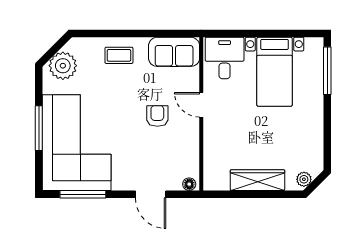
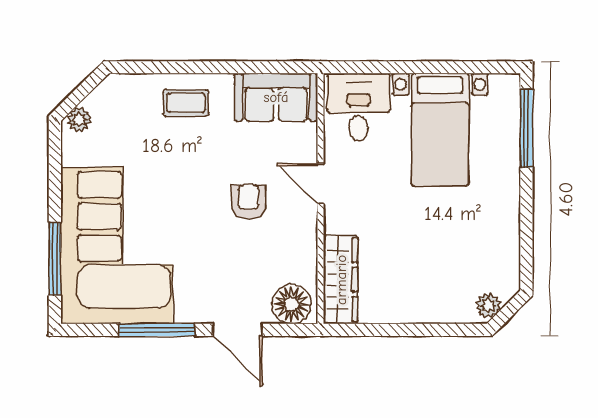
plant: (63, 66) -> (79, 120), width x0.53, depth x0.53
window: (39, 128) -> (55, 259), moved
wardrobe: (257, 180) -> (341, 280), moved, turned 90
floor lamp: (189, 184) -> (291, 304), width x1.89, depth x1.89
window: (83, 194) -> (157, 330), moved

